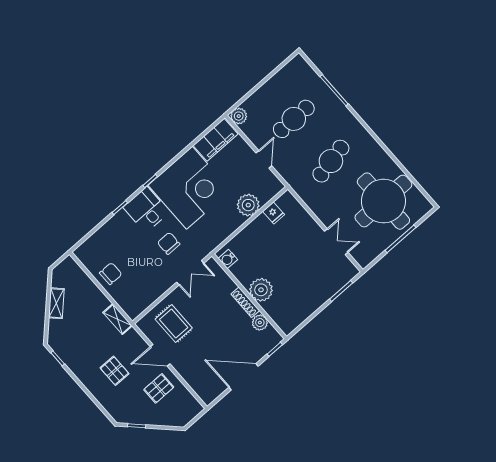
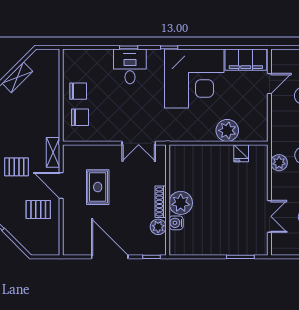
plant: (239, 116) -> (279, 163), moved
door: (264, 159) -> (269, 84), moved
desk: (146, 210) -> (130, 66), moved
chair: (169, 243) -> (80, 117), moved, turned 90
water cooler: (228, 259) -> (176, 223), moved
shelving: (117, 319) -> (53, 152), moved
rug: (174, 324) -> (98, 187), moved
pallet: (115, 371) -> (17, 167), turned 90

